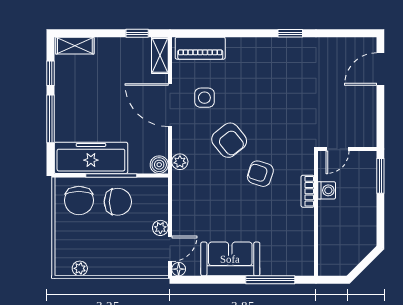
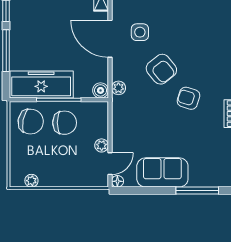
chair: (79, 200) -> (31, 122), turned -79

